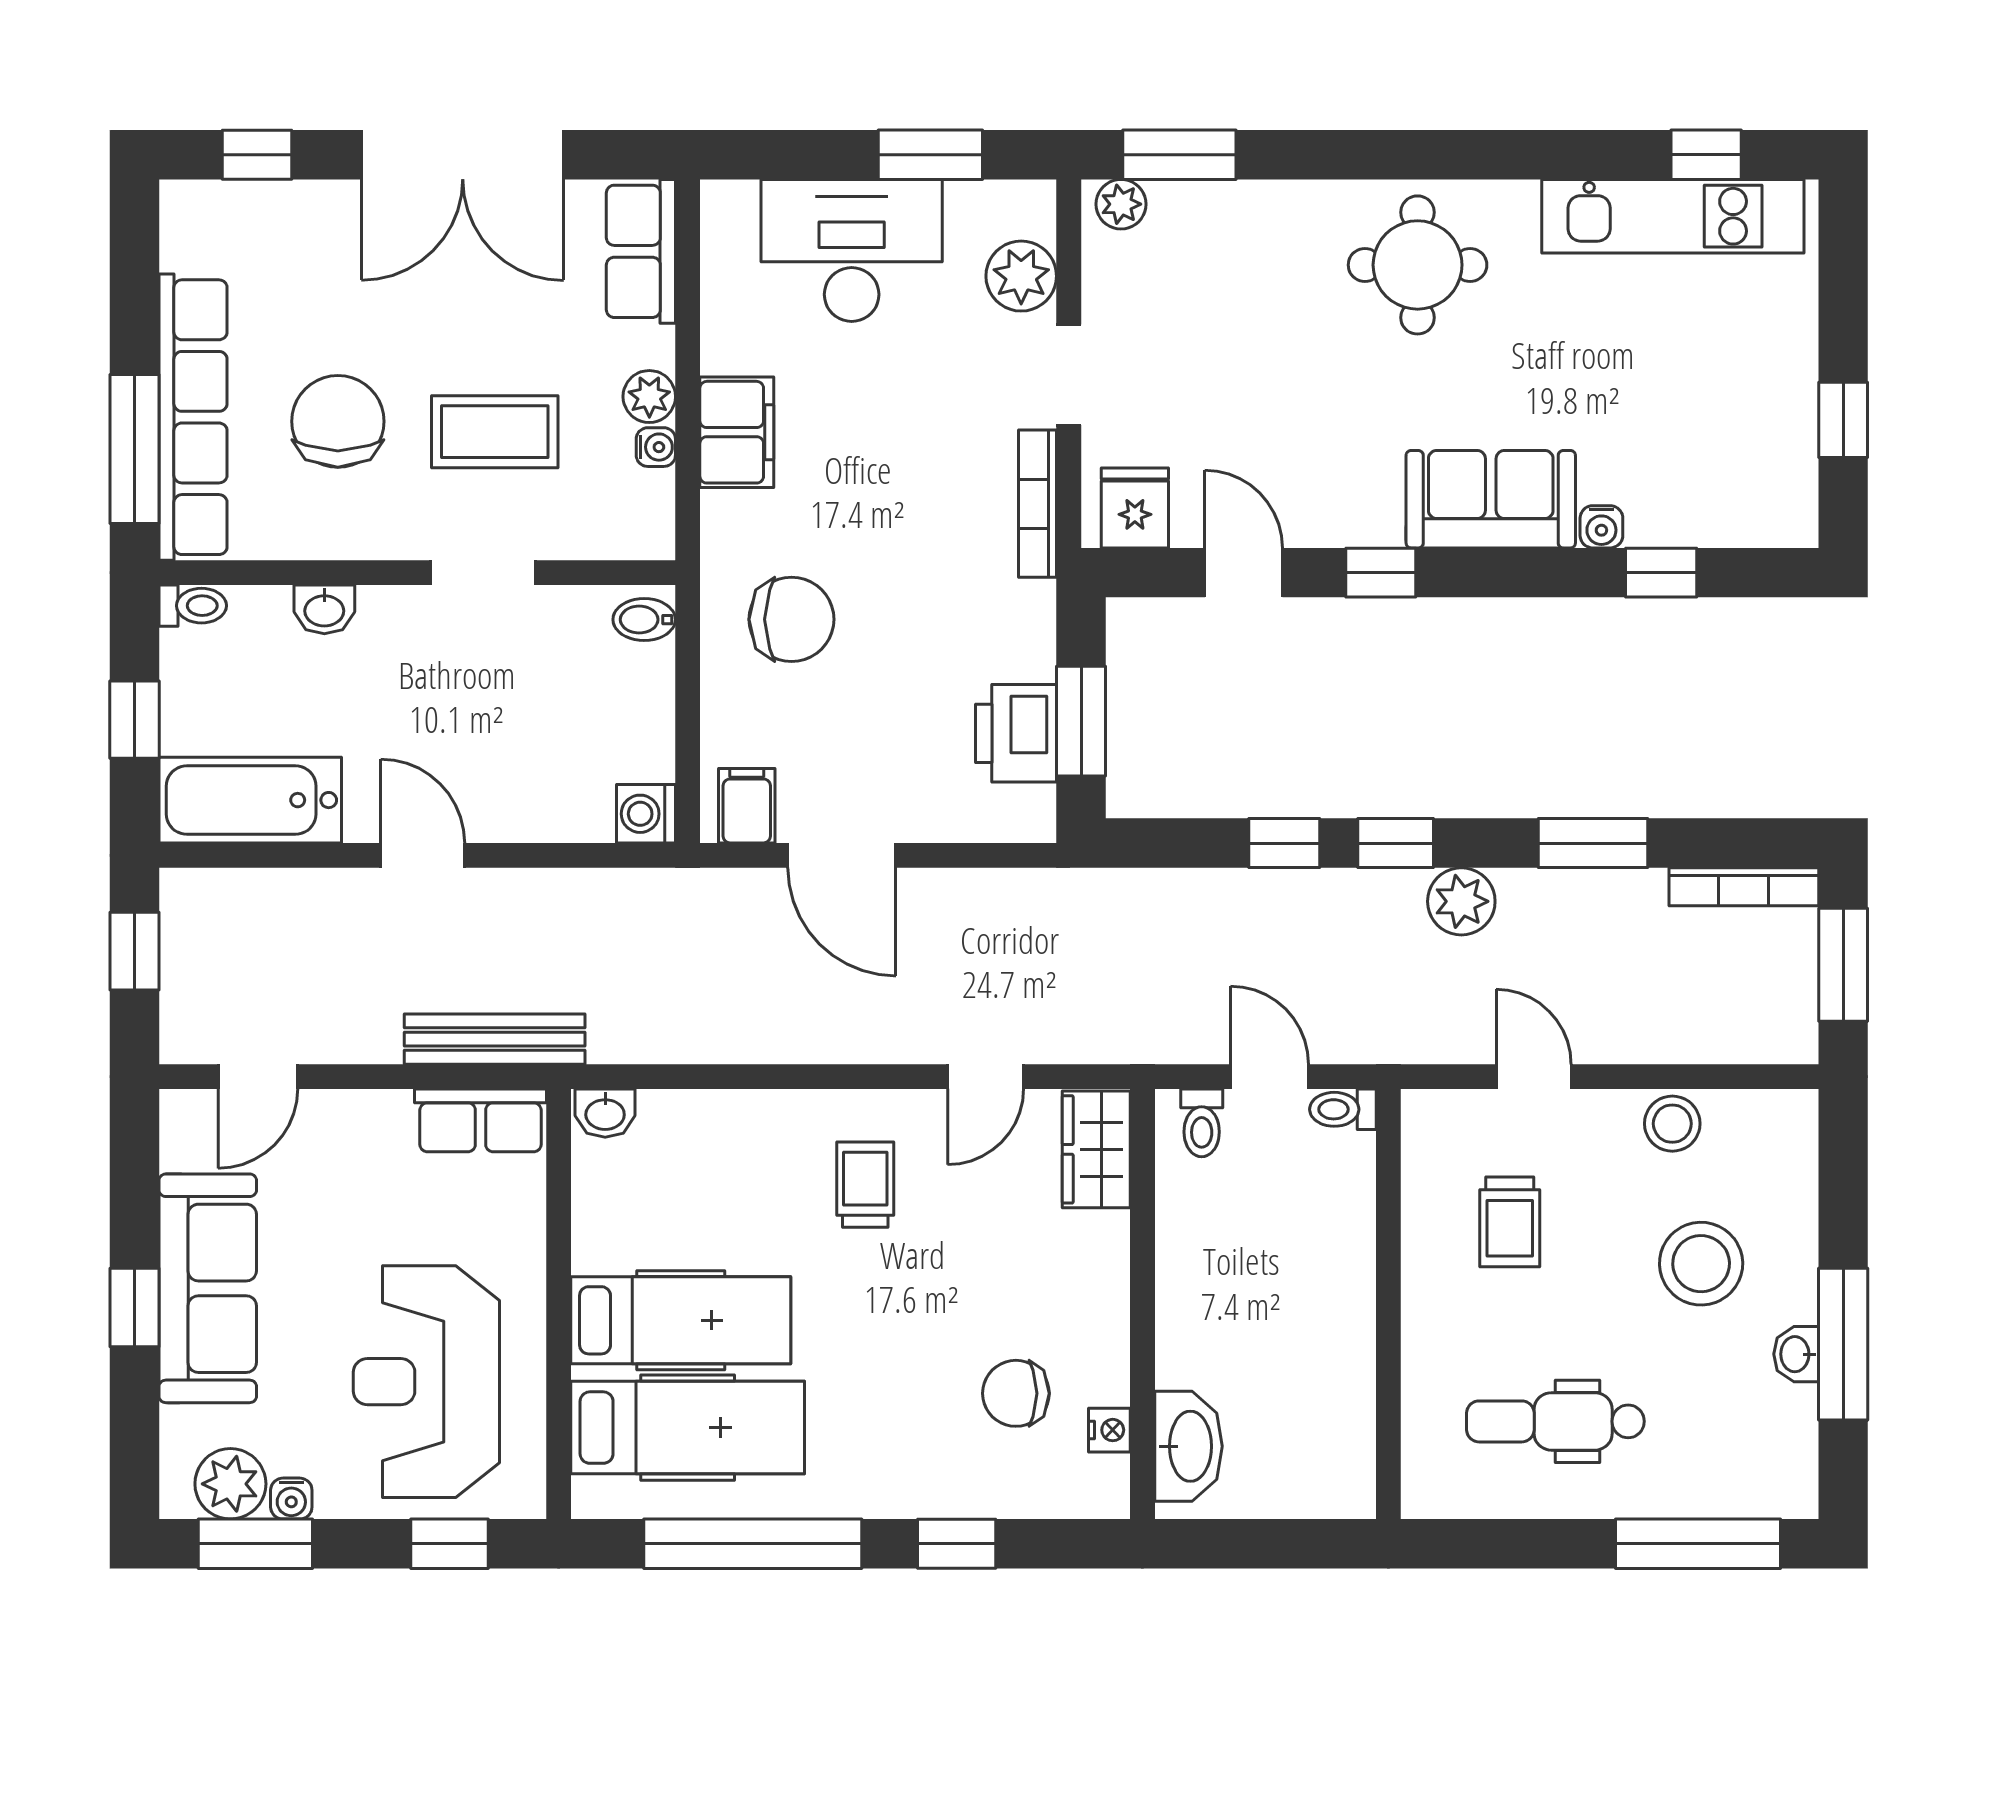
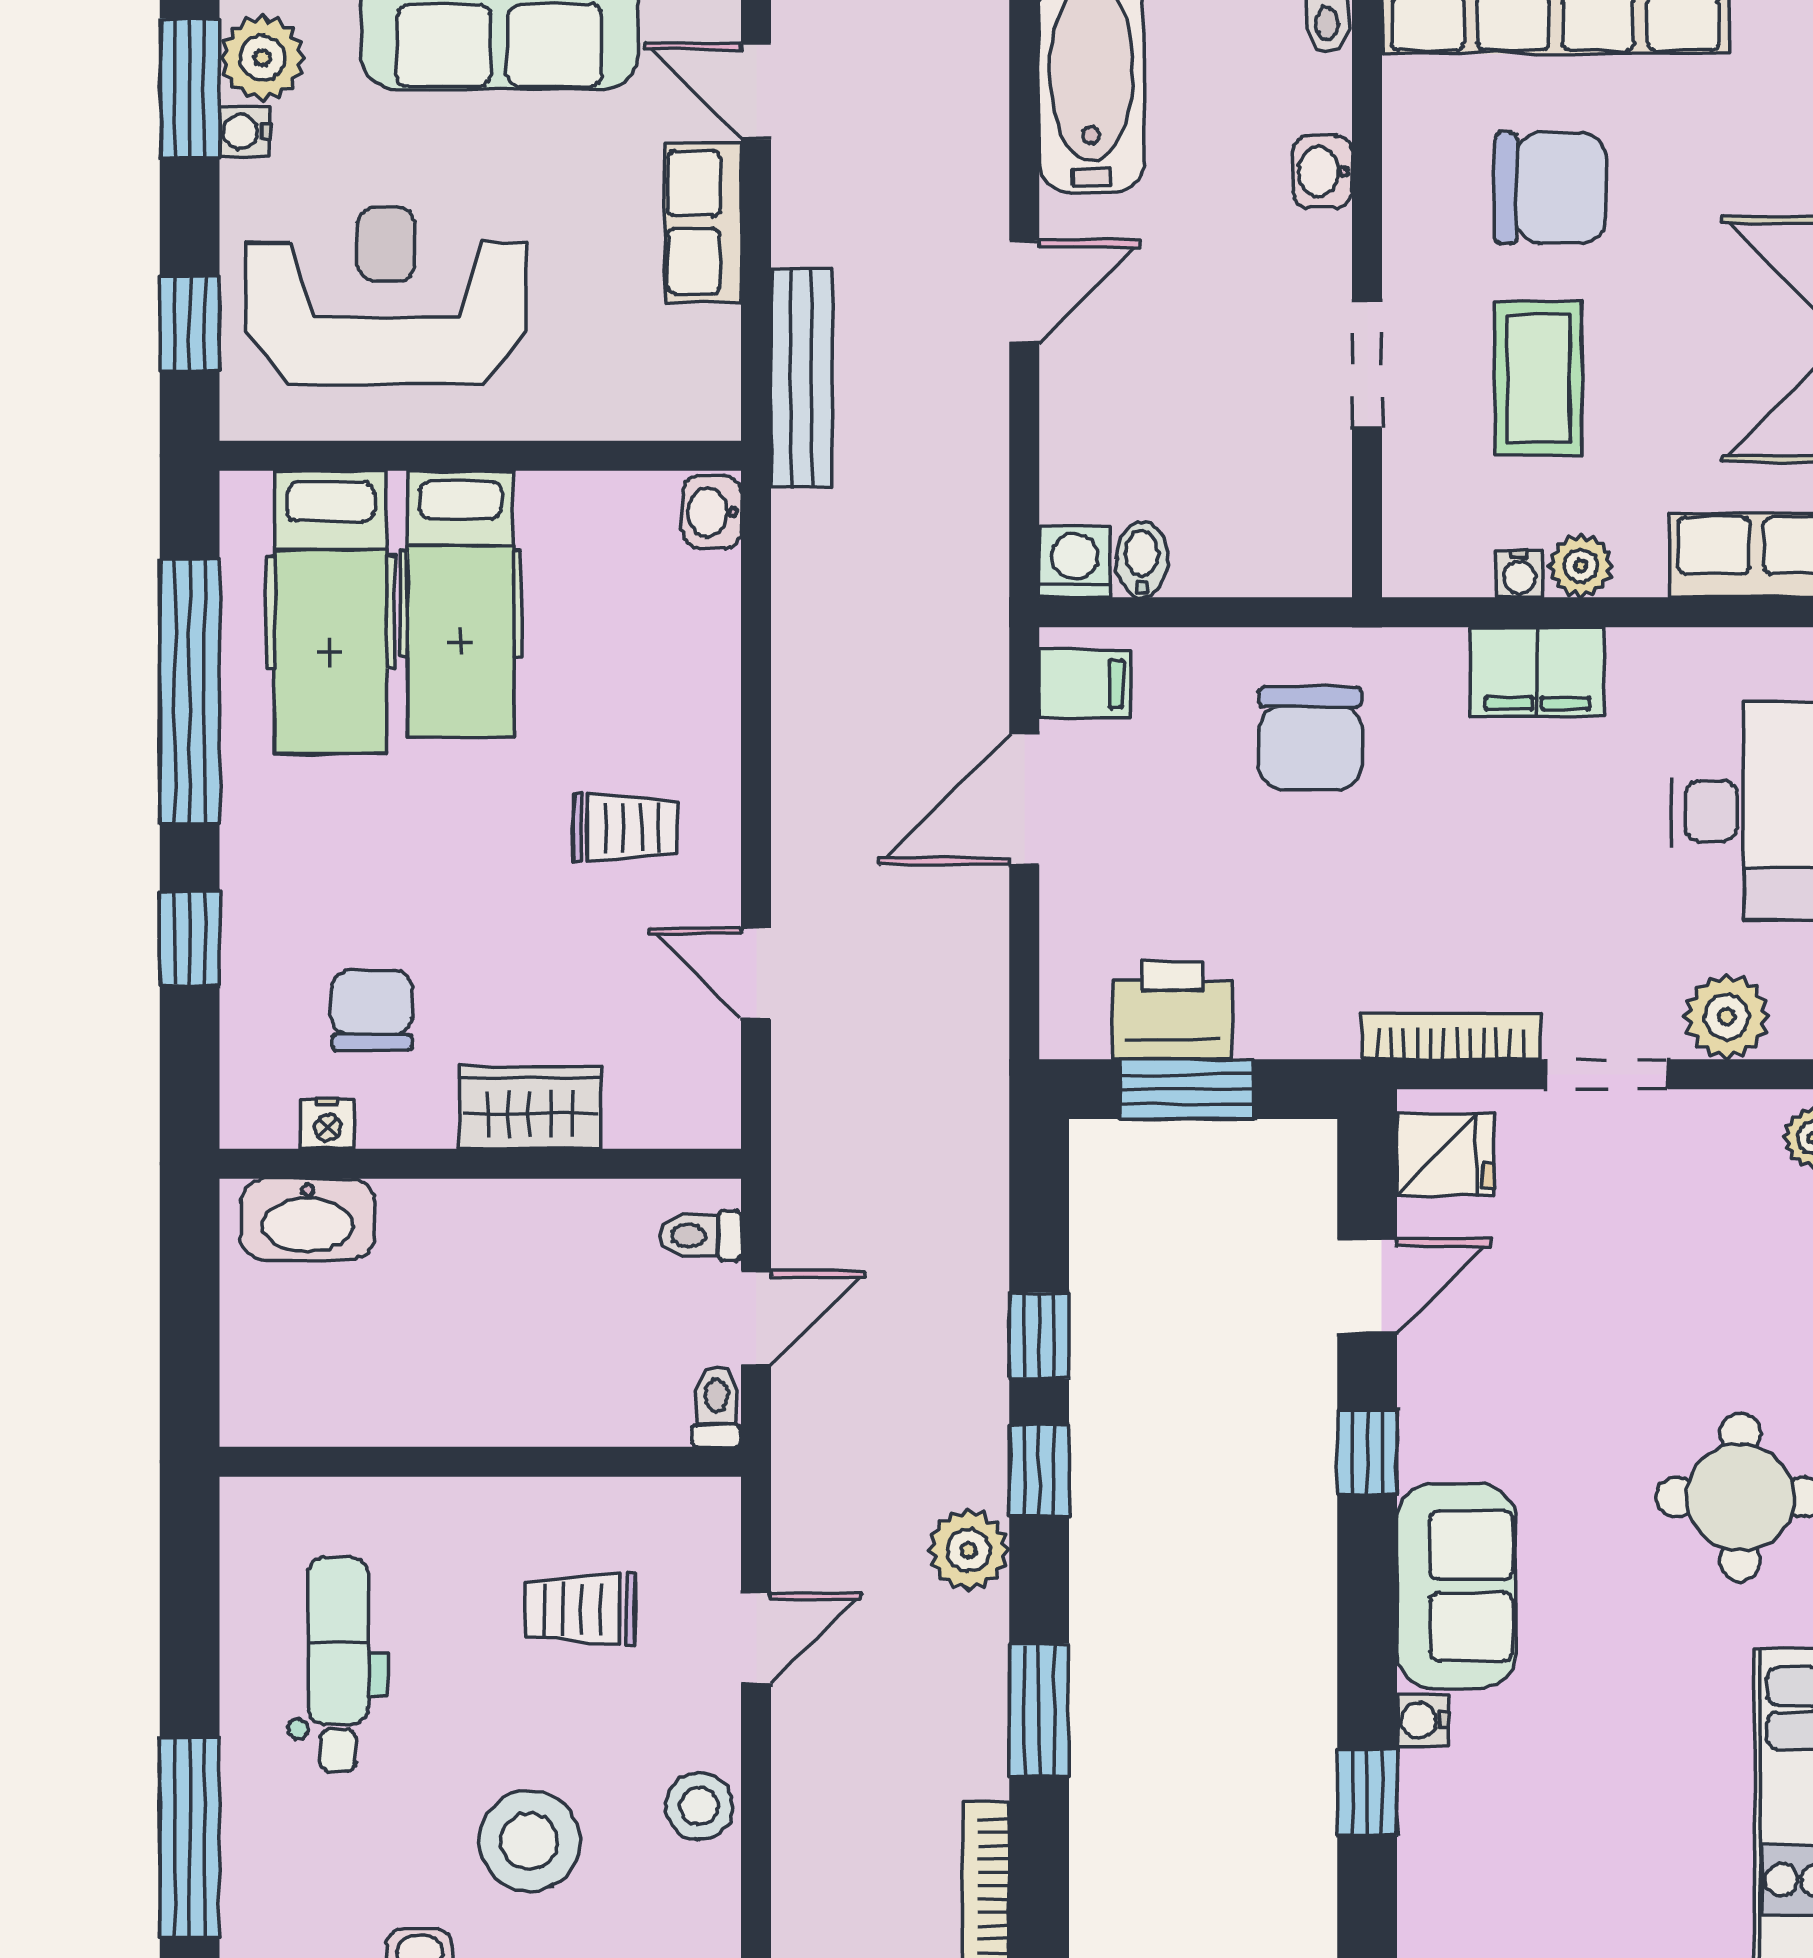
bidet: (644, 620) -> (1142, 560), moved
row of seats: (480, 1120) -> (703, 223), moved
wardrobe: (1096, 1149) -> (530, 1108), moved

